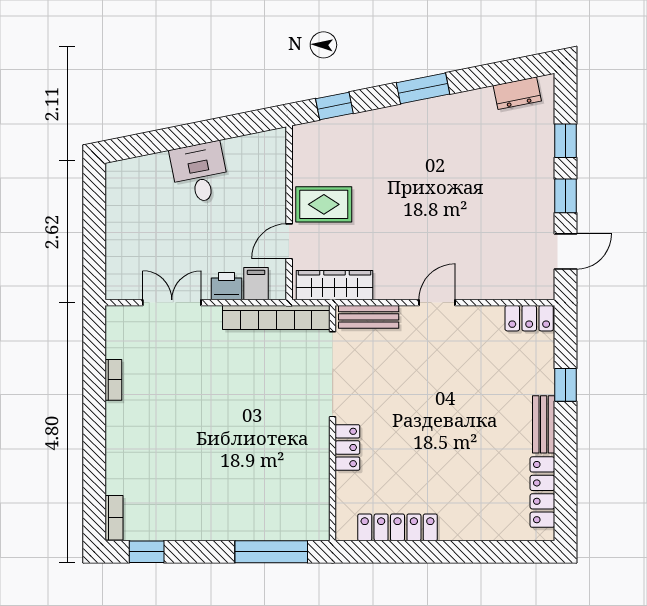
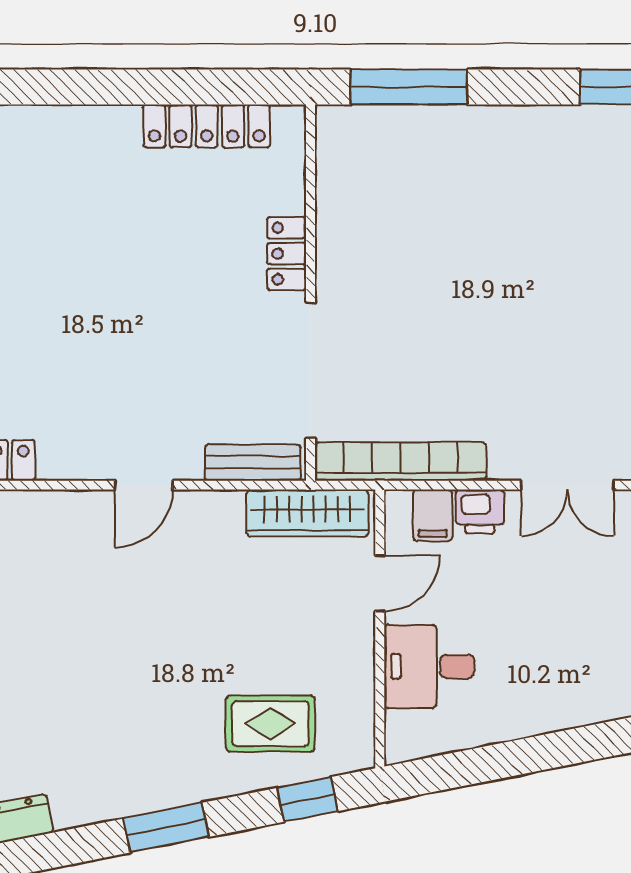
desk: (200, 173) -> (429, 666), moved, turned 101
rug: (324, 204) -> (270, 724), moved

